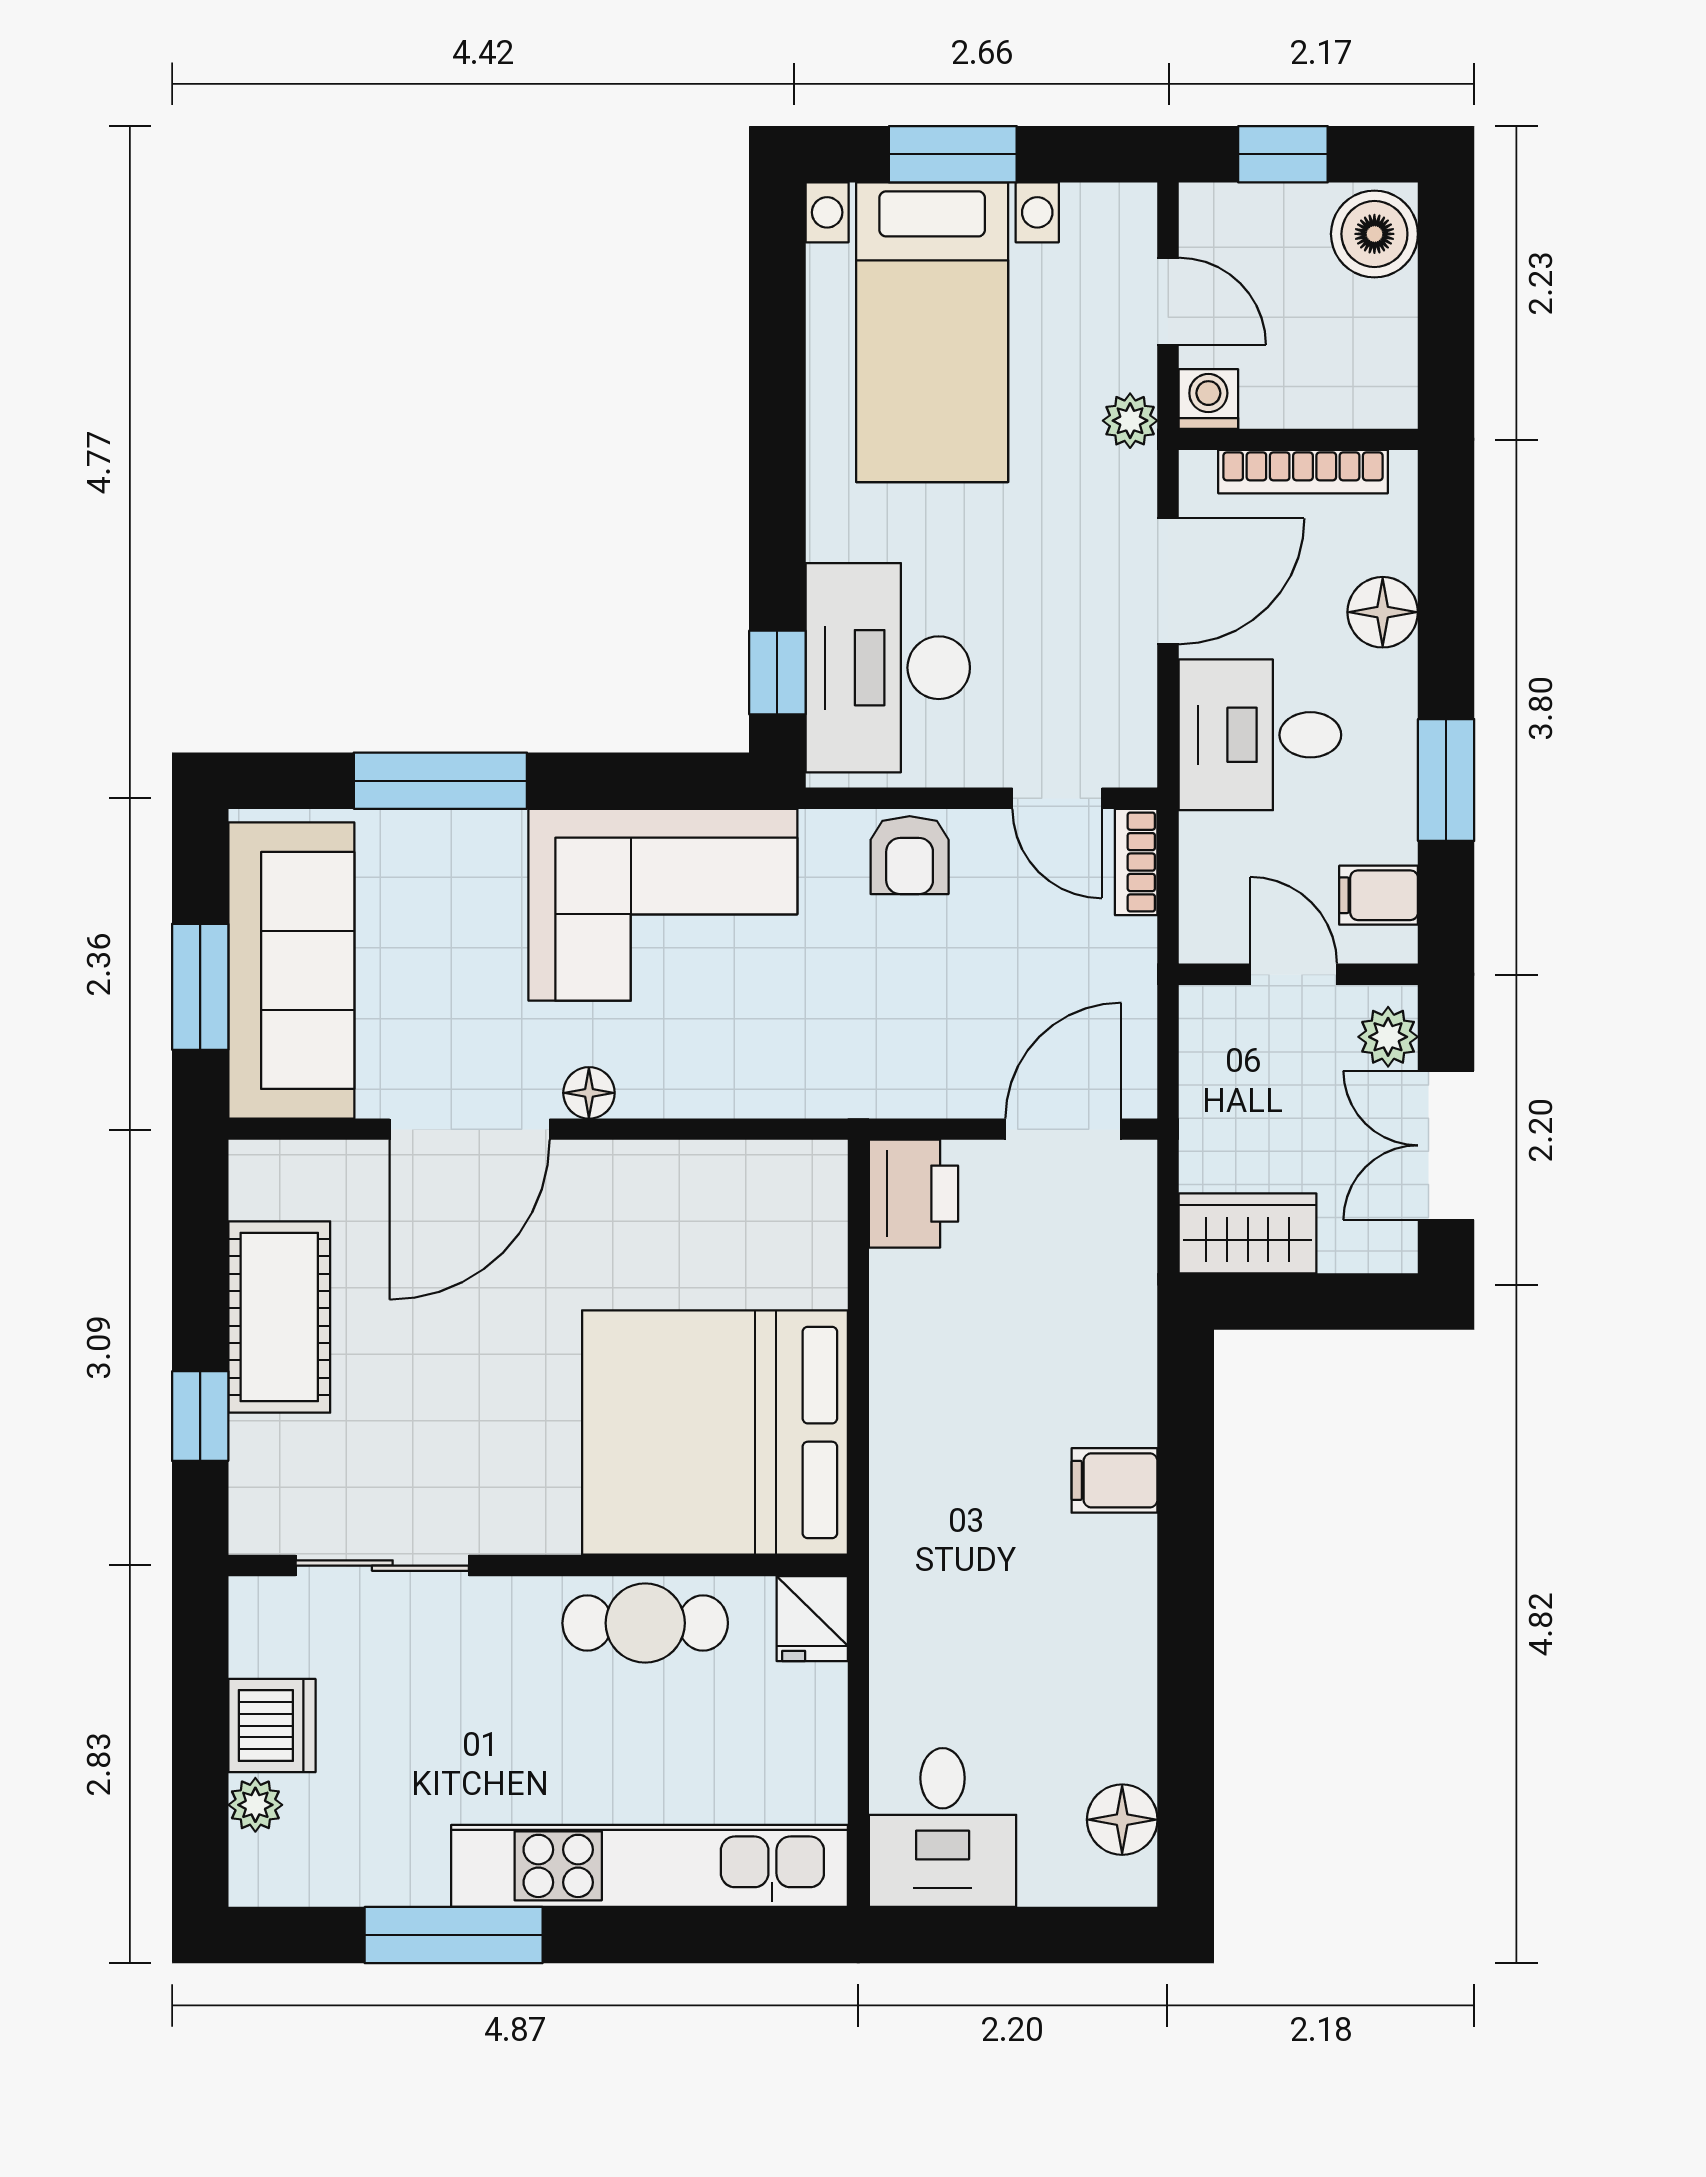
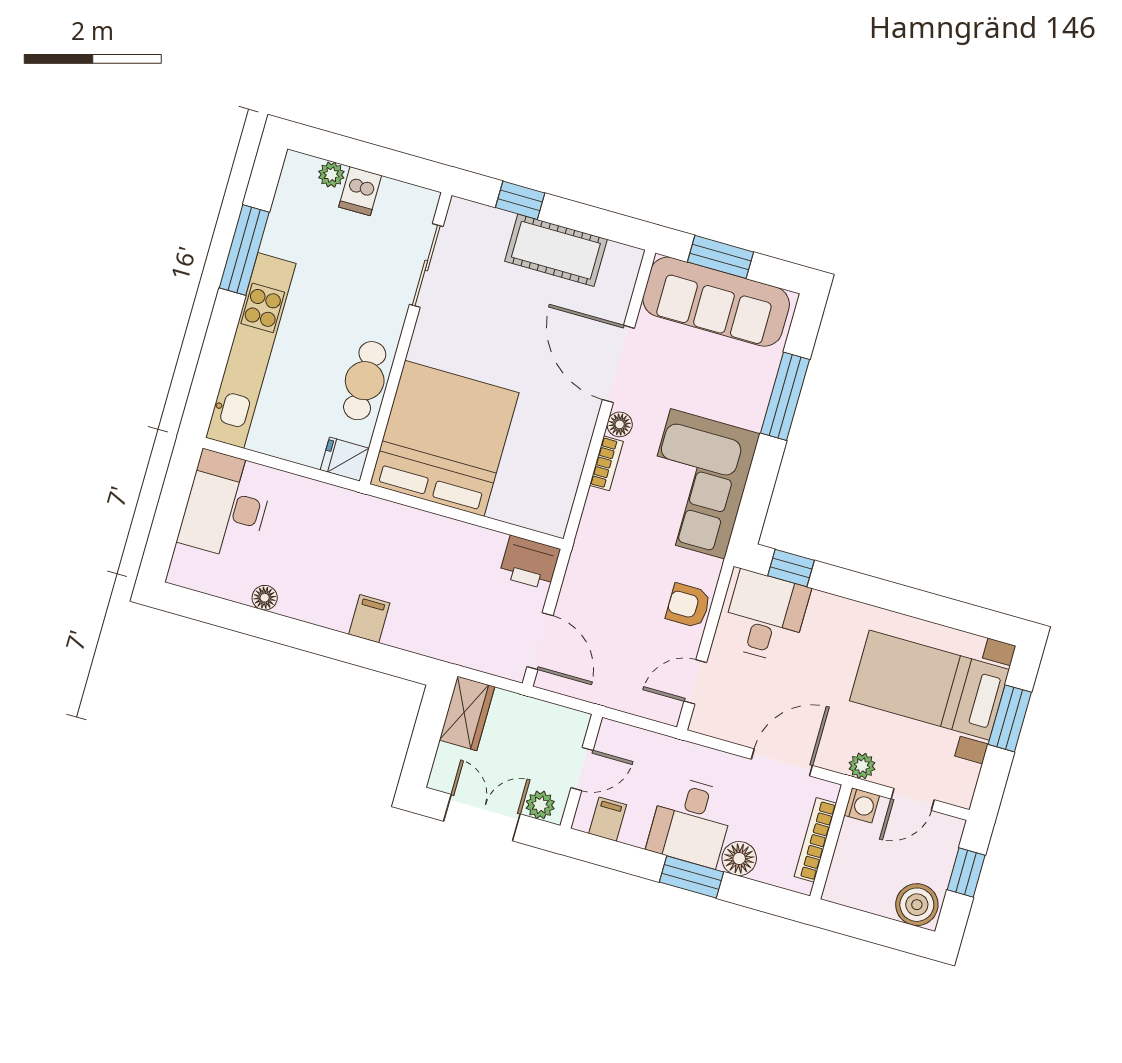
door: (1168, 581) -> (782, 762), swing flipped
desk: (888, 668) -> (765, 616), width x0.73
desk: (1260, 735) -> (691, 822), moved, turned 180
window: (1446, 780) -> (692, 877), moved
bookcase: (1136, 862) -> (606, 463), moved, turned 90
dishwasher: (272, 1726) -> (360, 191), width x0.73
floor lamp: (1122, 1820) -> (265, 598), moved, width x0.73, depth x0.73
desk: (943, 1827) -> (226, 505), width x1.37

